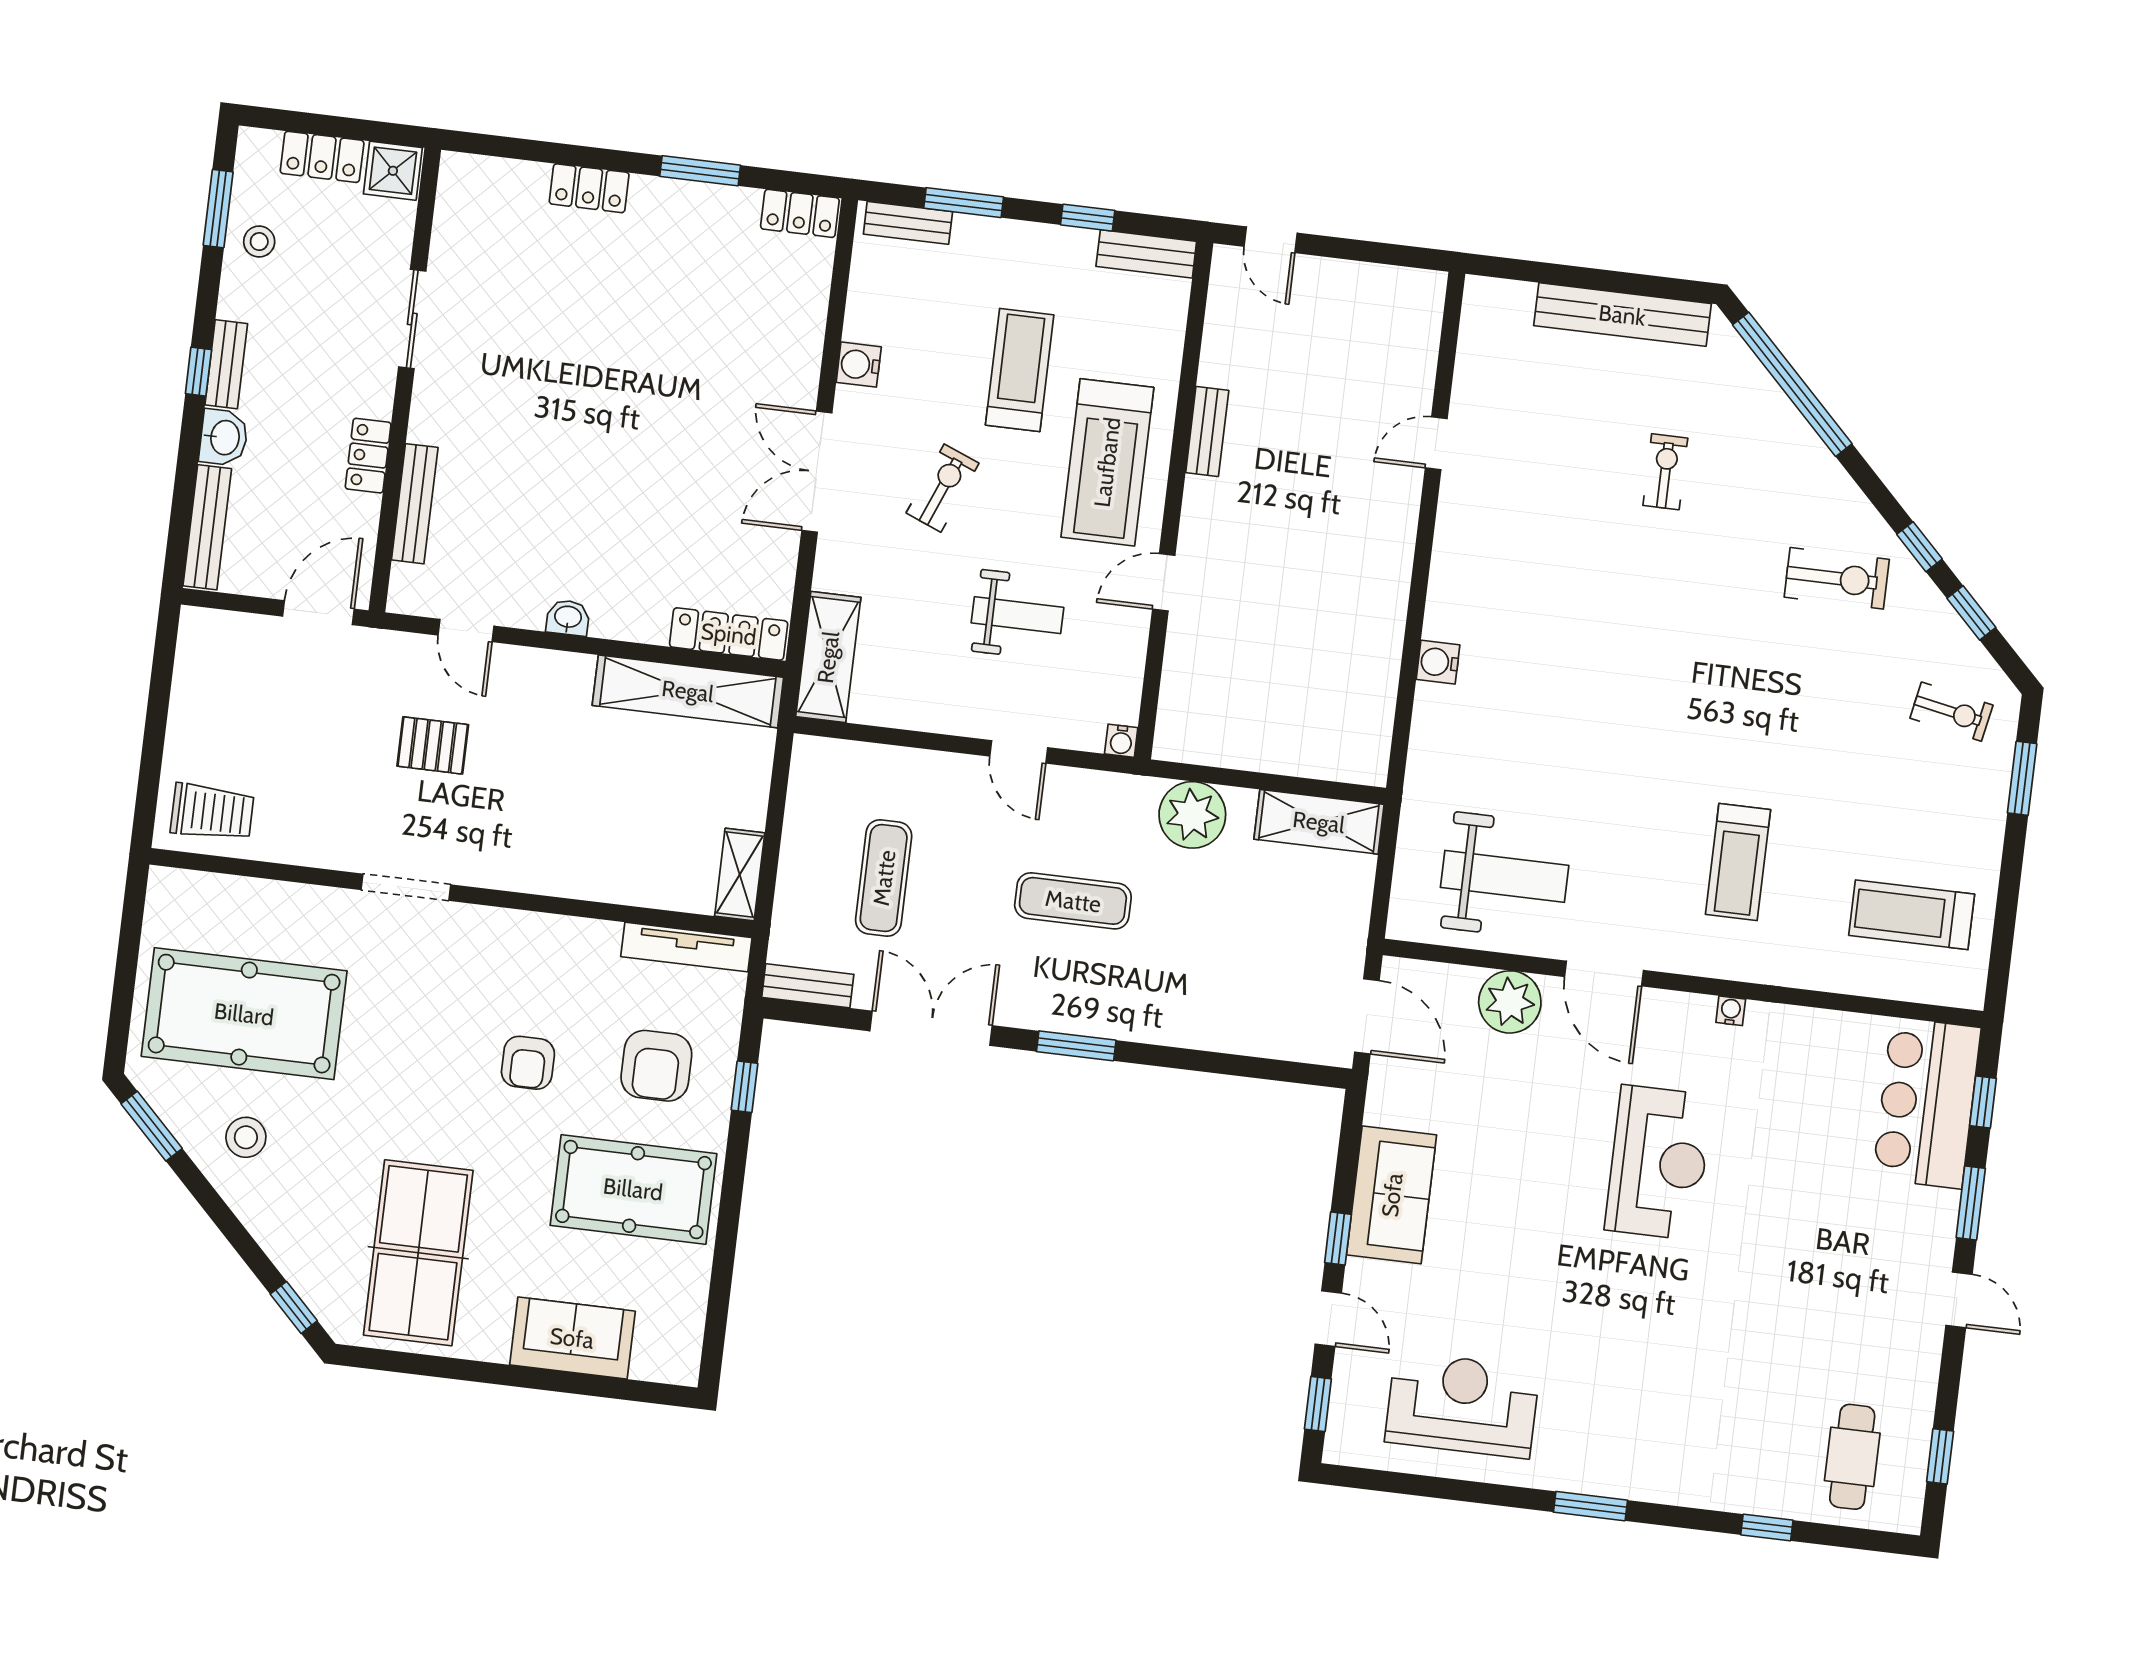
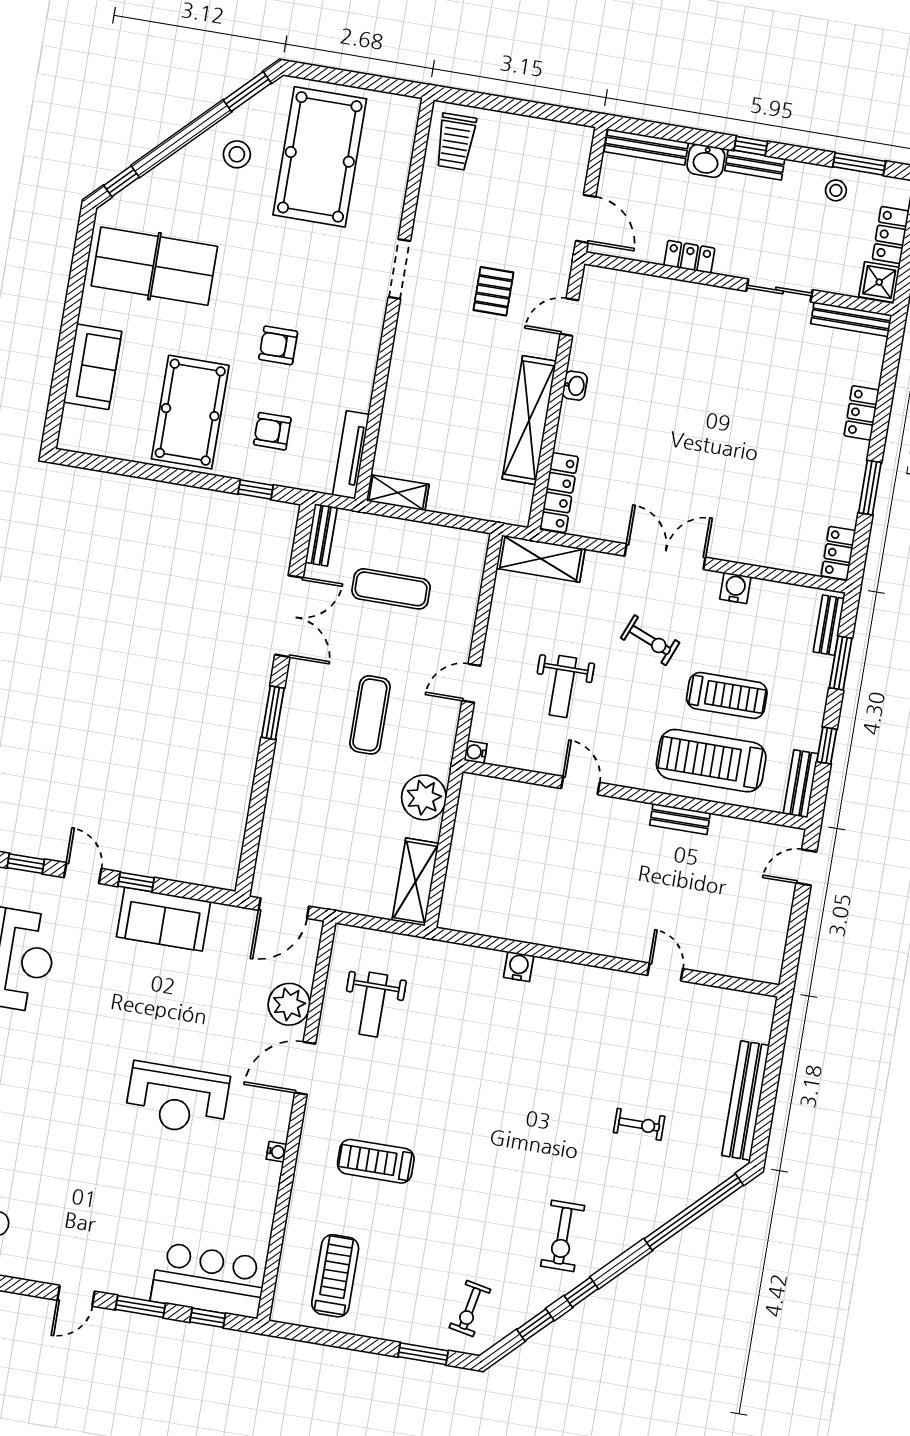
treadmill: (1107, 462) -> (711, 761), moved
bench: (415, 504) -> (851, 319), moved
shelving: (688, 691) -> (529, 420), moved
weight bench: (1505, 876) -> (373, 1005), width x0.73, depth x0.75
armchair: (656, 1066) -> (272, 431), width x0.72, depth x0.72
door: (1328, 1319) -> (83, 873), swing flipped

